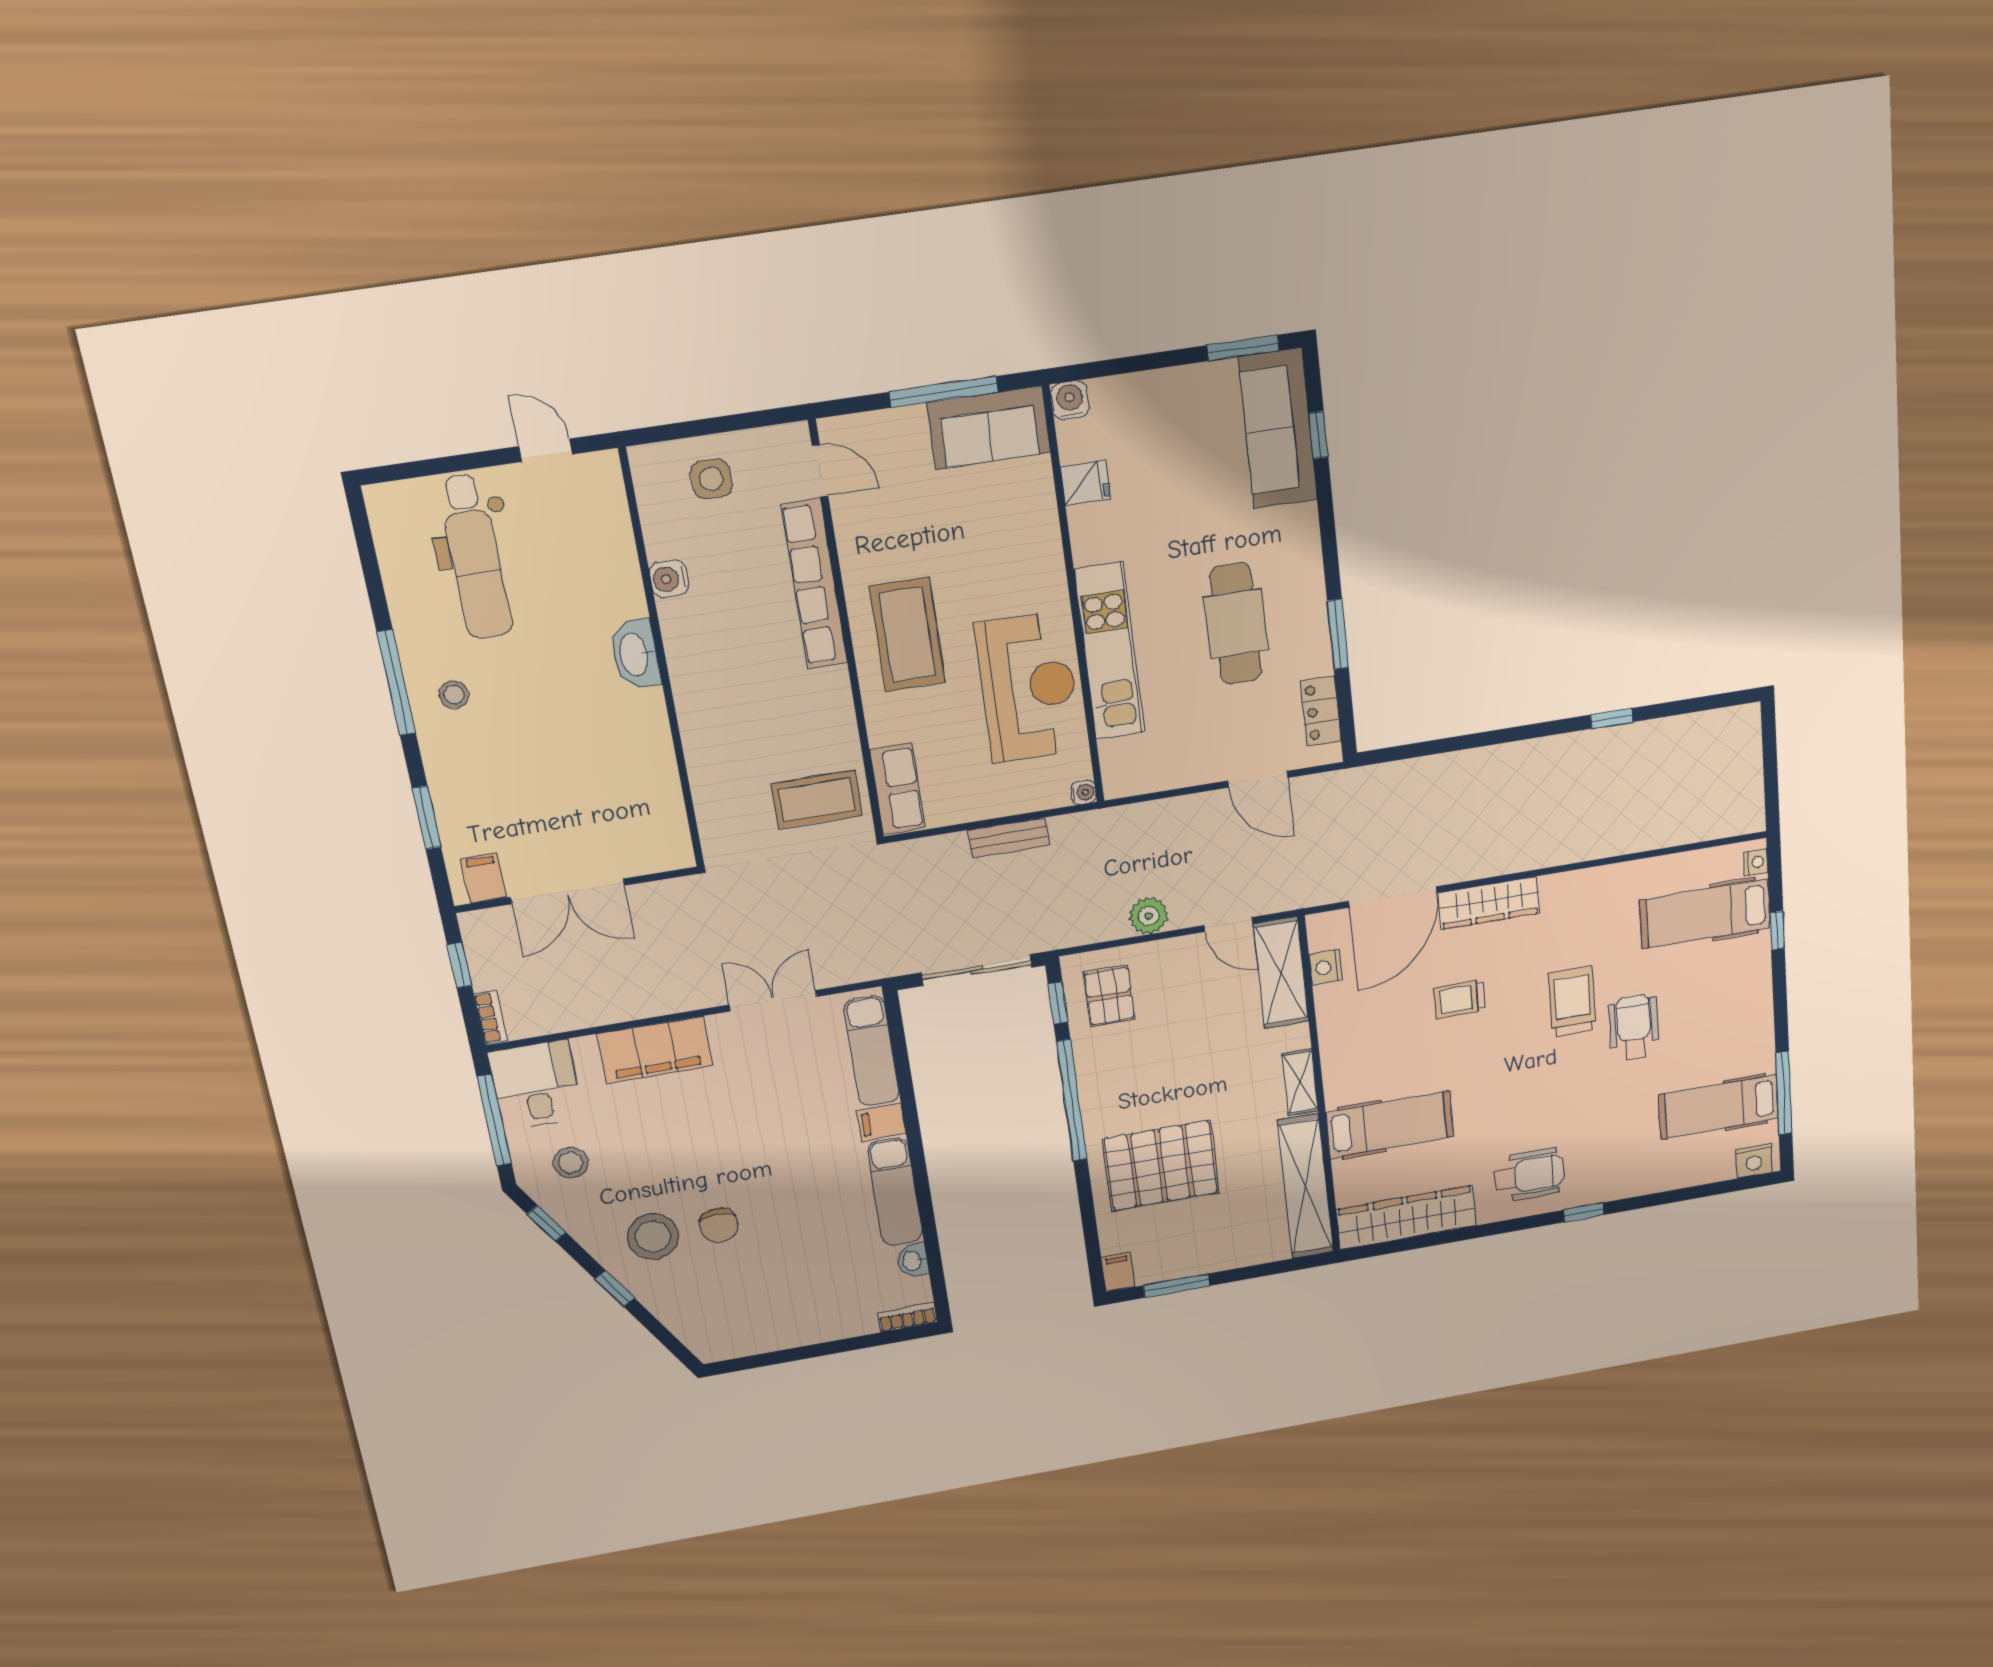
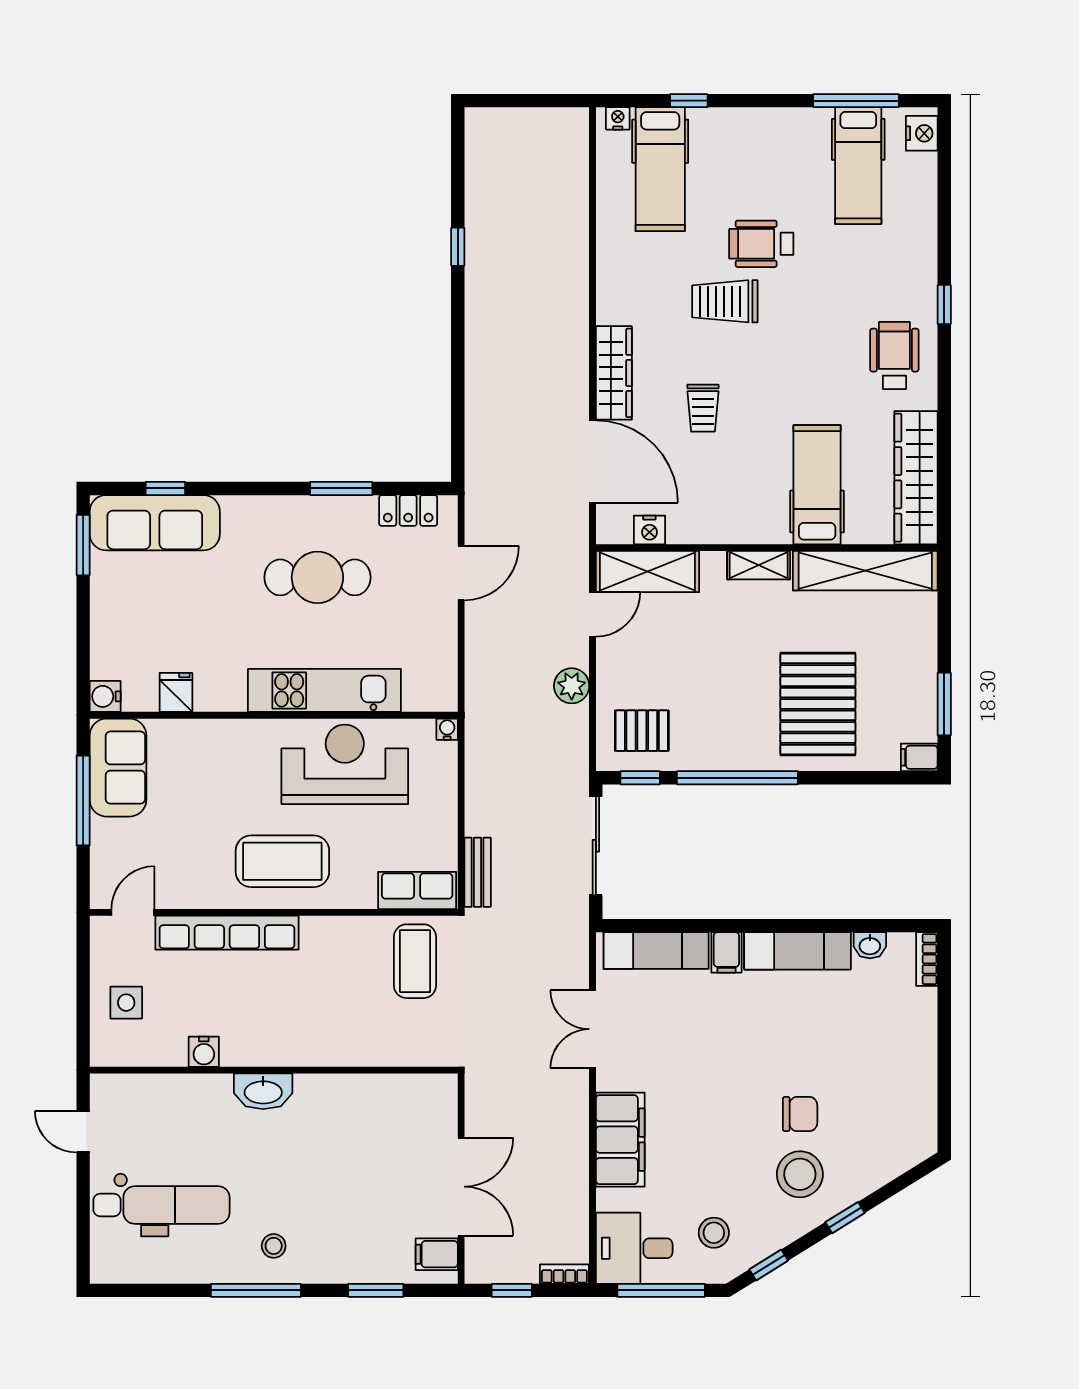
door: (546, 450) -> (83, 1132), hinge flipped
bench: (1009, 838) -> (478, 872), moved

